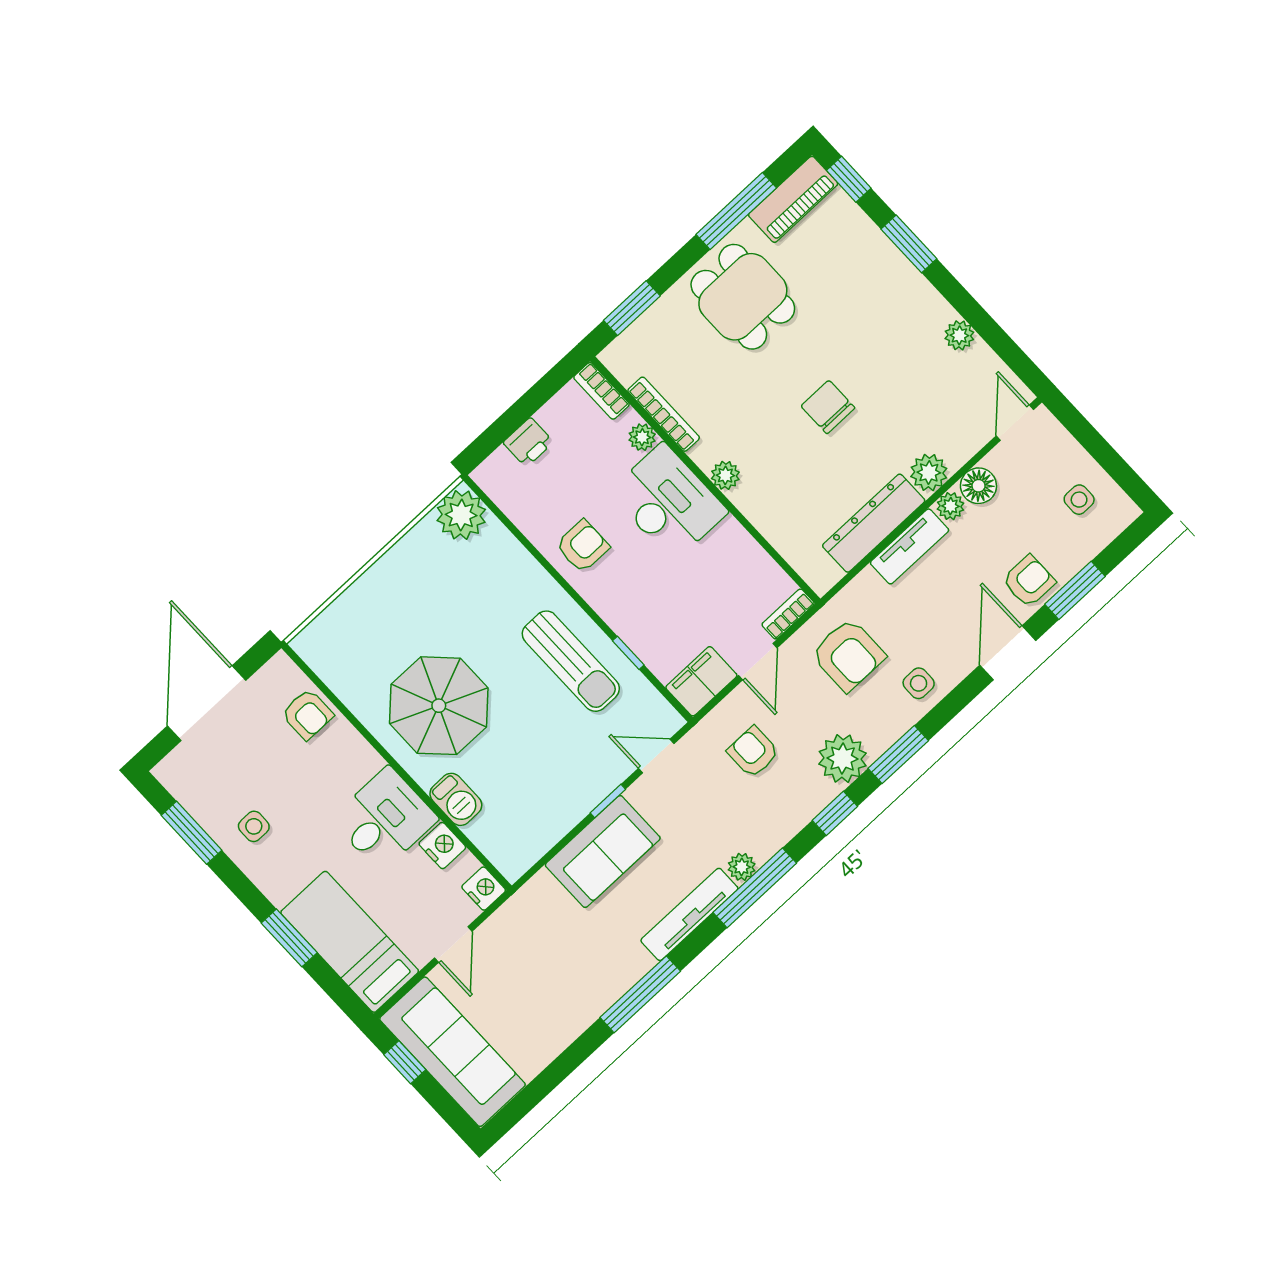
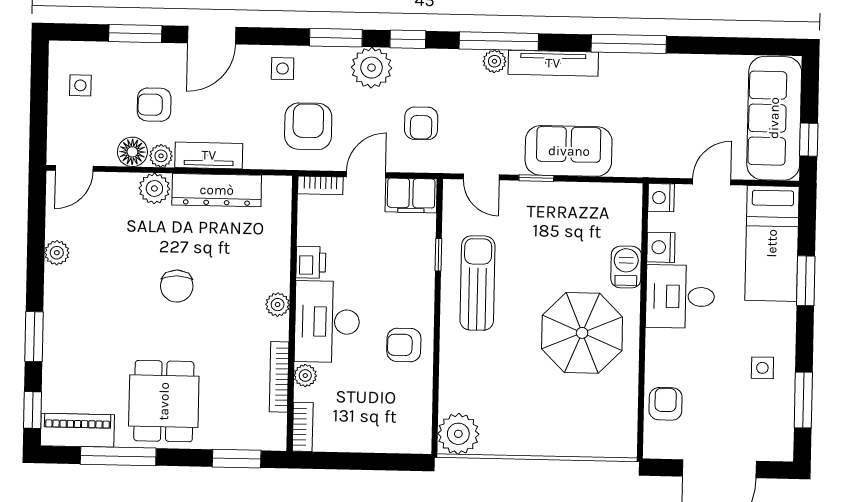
printer: (528, 442) -> (311, 262), moved, turned 90
armchair: (1029, 581) -> (154, 105), moved

